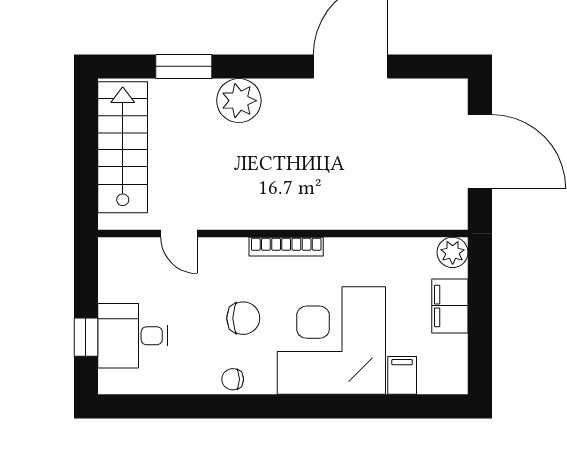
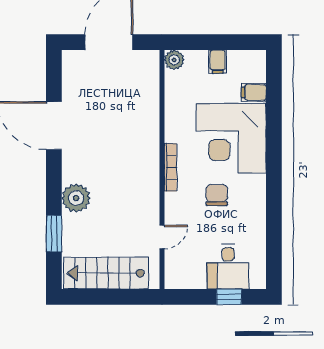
filing cabinet: (450, 306) -> (218, 62), width x0.50
chair: (233, 379) -> (256, 202), removed

